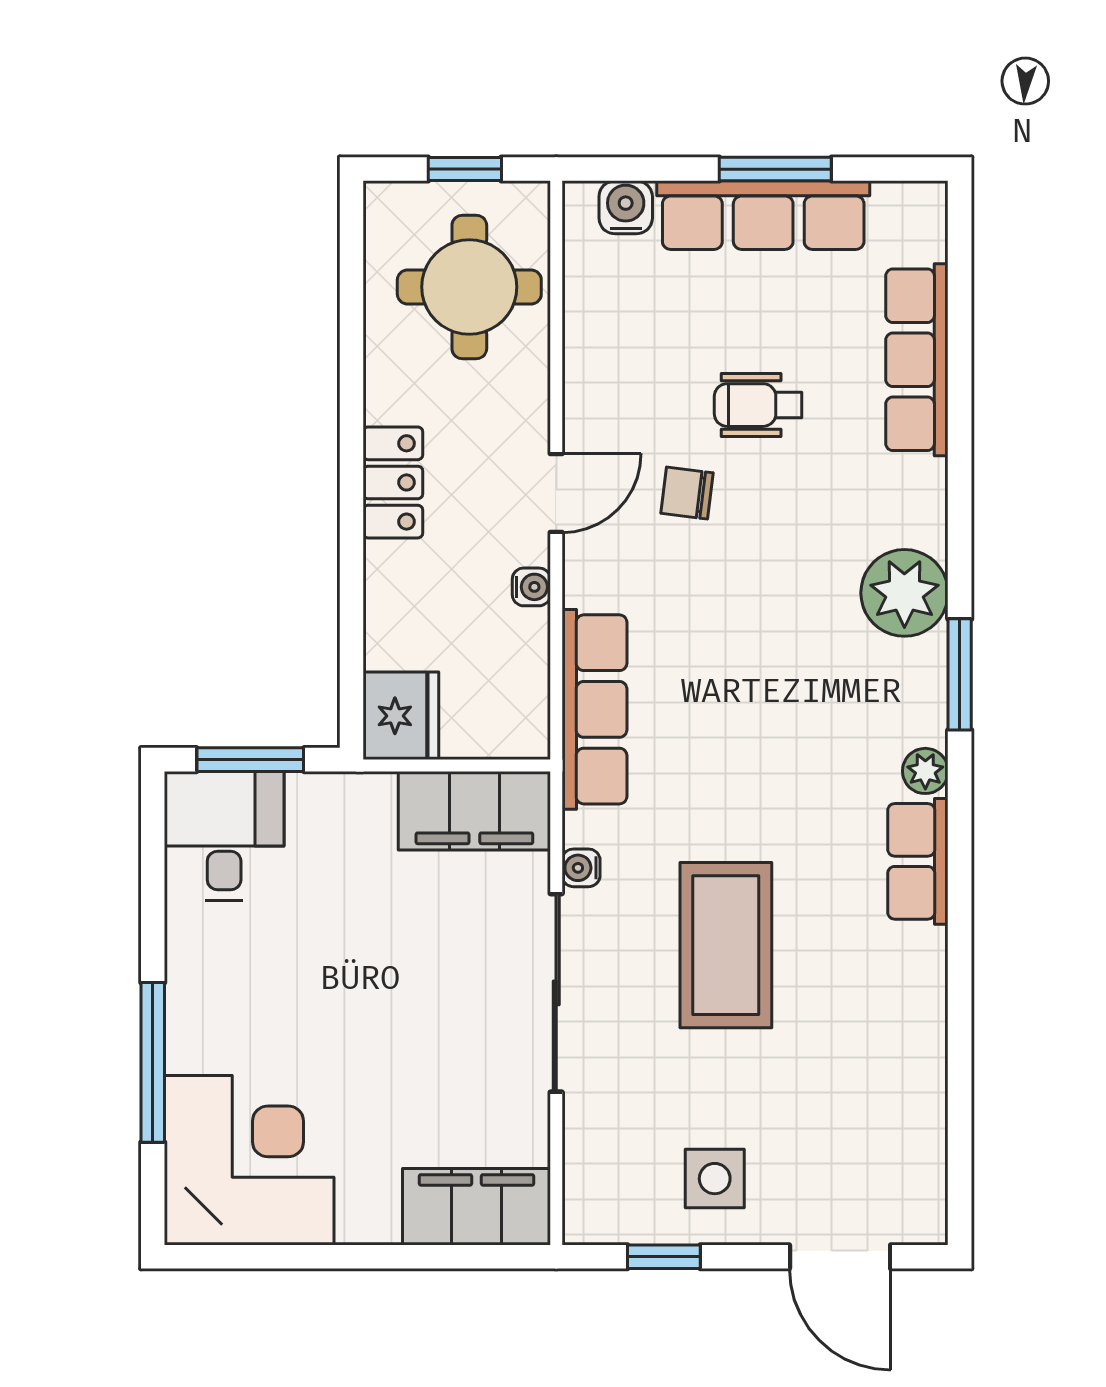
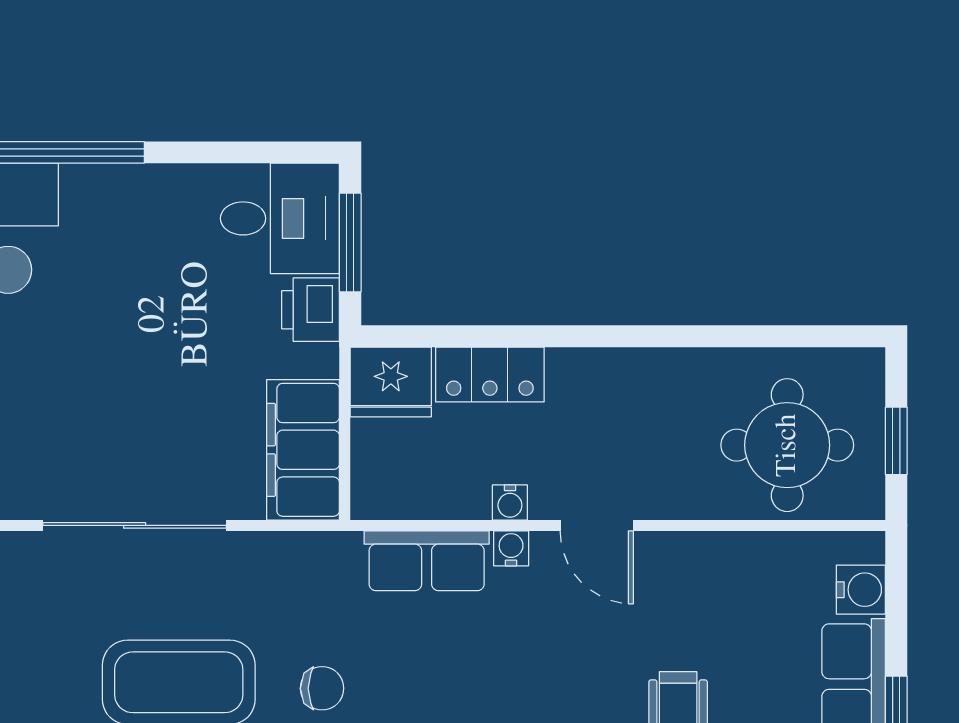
locker: (393, 482) -> (490, 374), moved
chair: (687, 493) -> (322, 688), moved, turned 83
row of seats: (594, 709) -> (427, 561), width x0.68
printer: (323, 803) -> (311, 310), added
water cooler: (581, 868) -> (511, 548), moved

